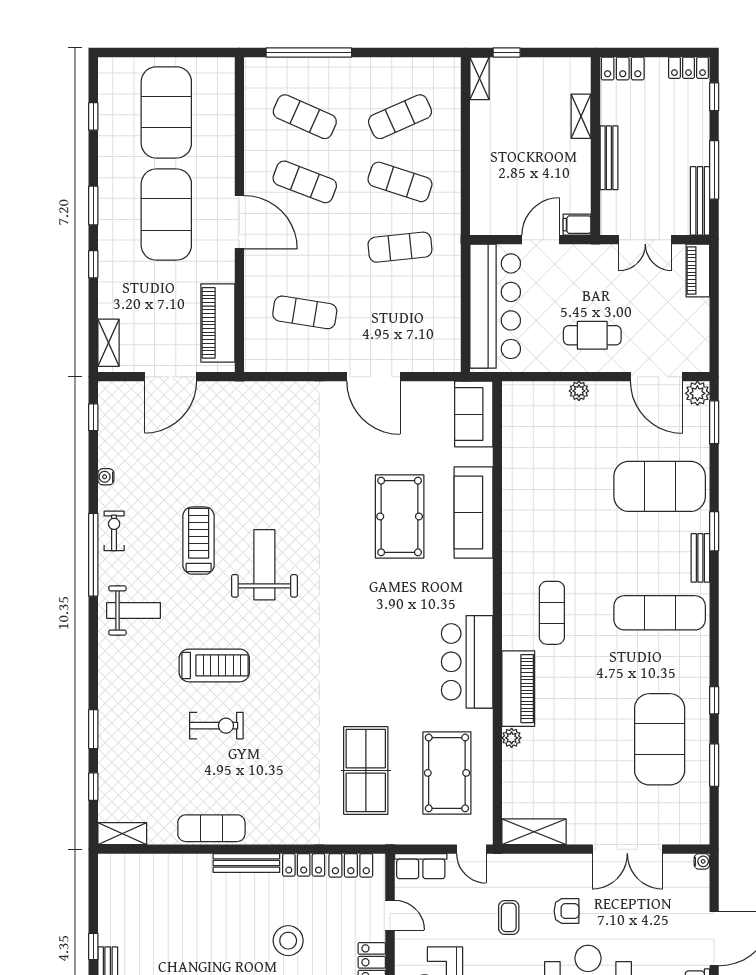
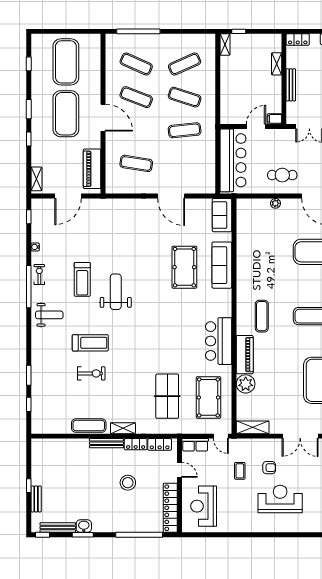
treadmill: (199, 541) -> (82, 279), turned 180
plant: (512, 738) -> (246, 384), width x1.88, depth x1.88
shelving: (122, 834) -> (123, 428), moved

